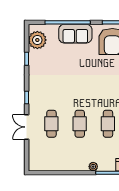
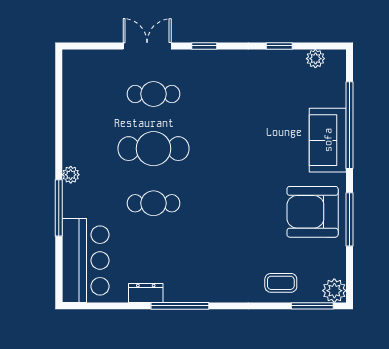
plant: (37, 40) -> (315, 59), width x0.53, depth x0.53
cafe table: (80, 124) -> (154, 149), width x1.37, depth x1.35

